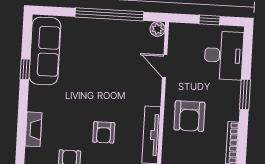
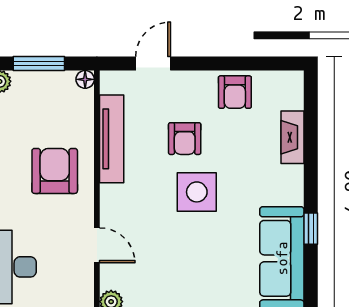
side table: (98, 97) -> (197, 192), added
armchair: (104, 132) -> (185, 139), turned 180

